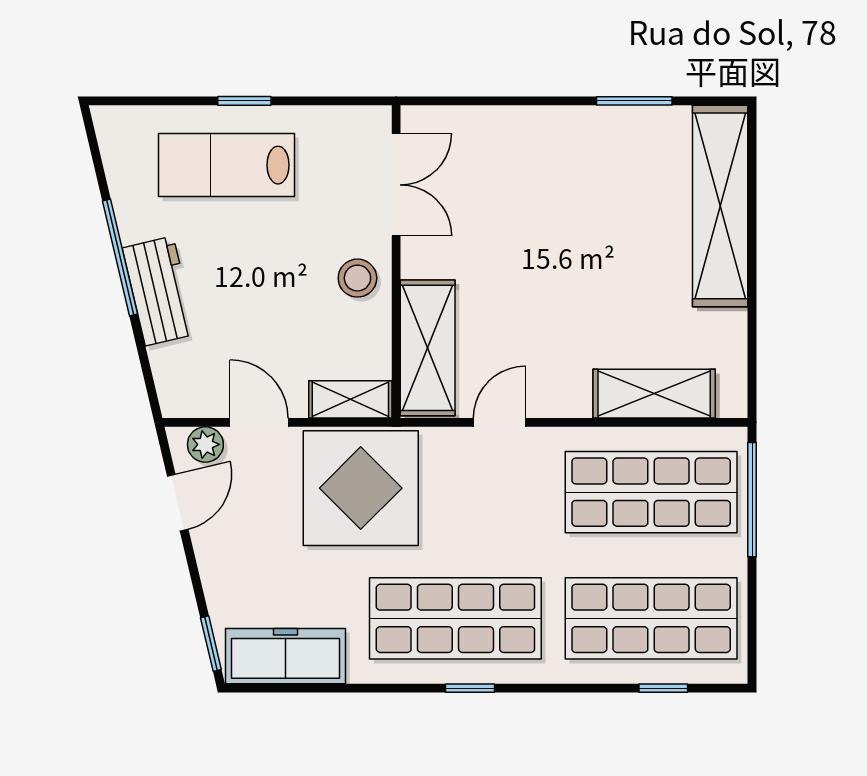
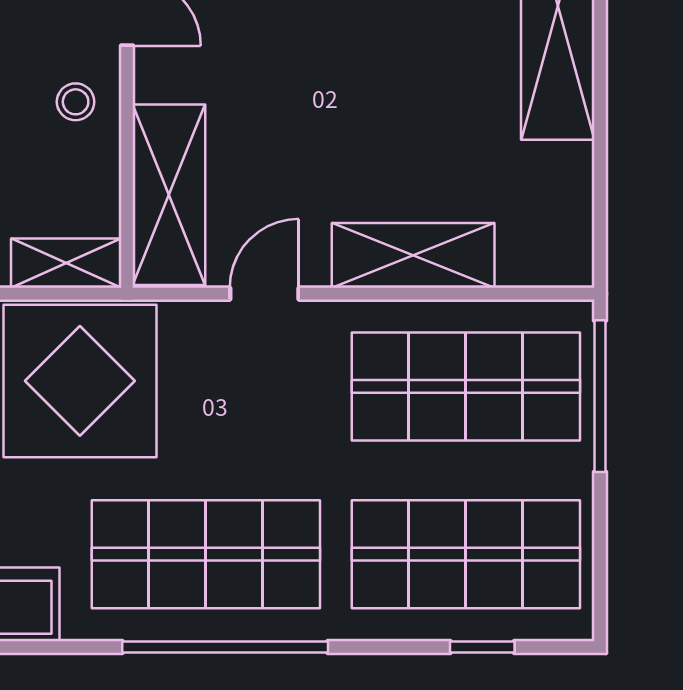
stool: (357, 278) -> (76, 102), width x0.73, depth x0.73
shelving: (654, 394) -> (413, 255), moved
window: (470, 688) -> (225, 647), width x3.17

